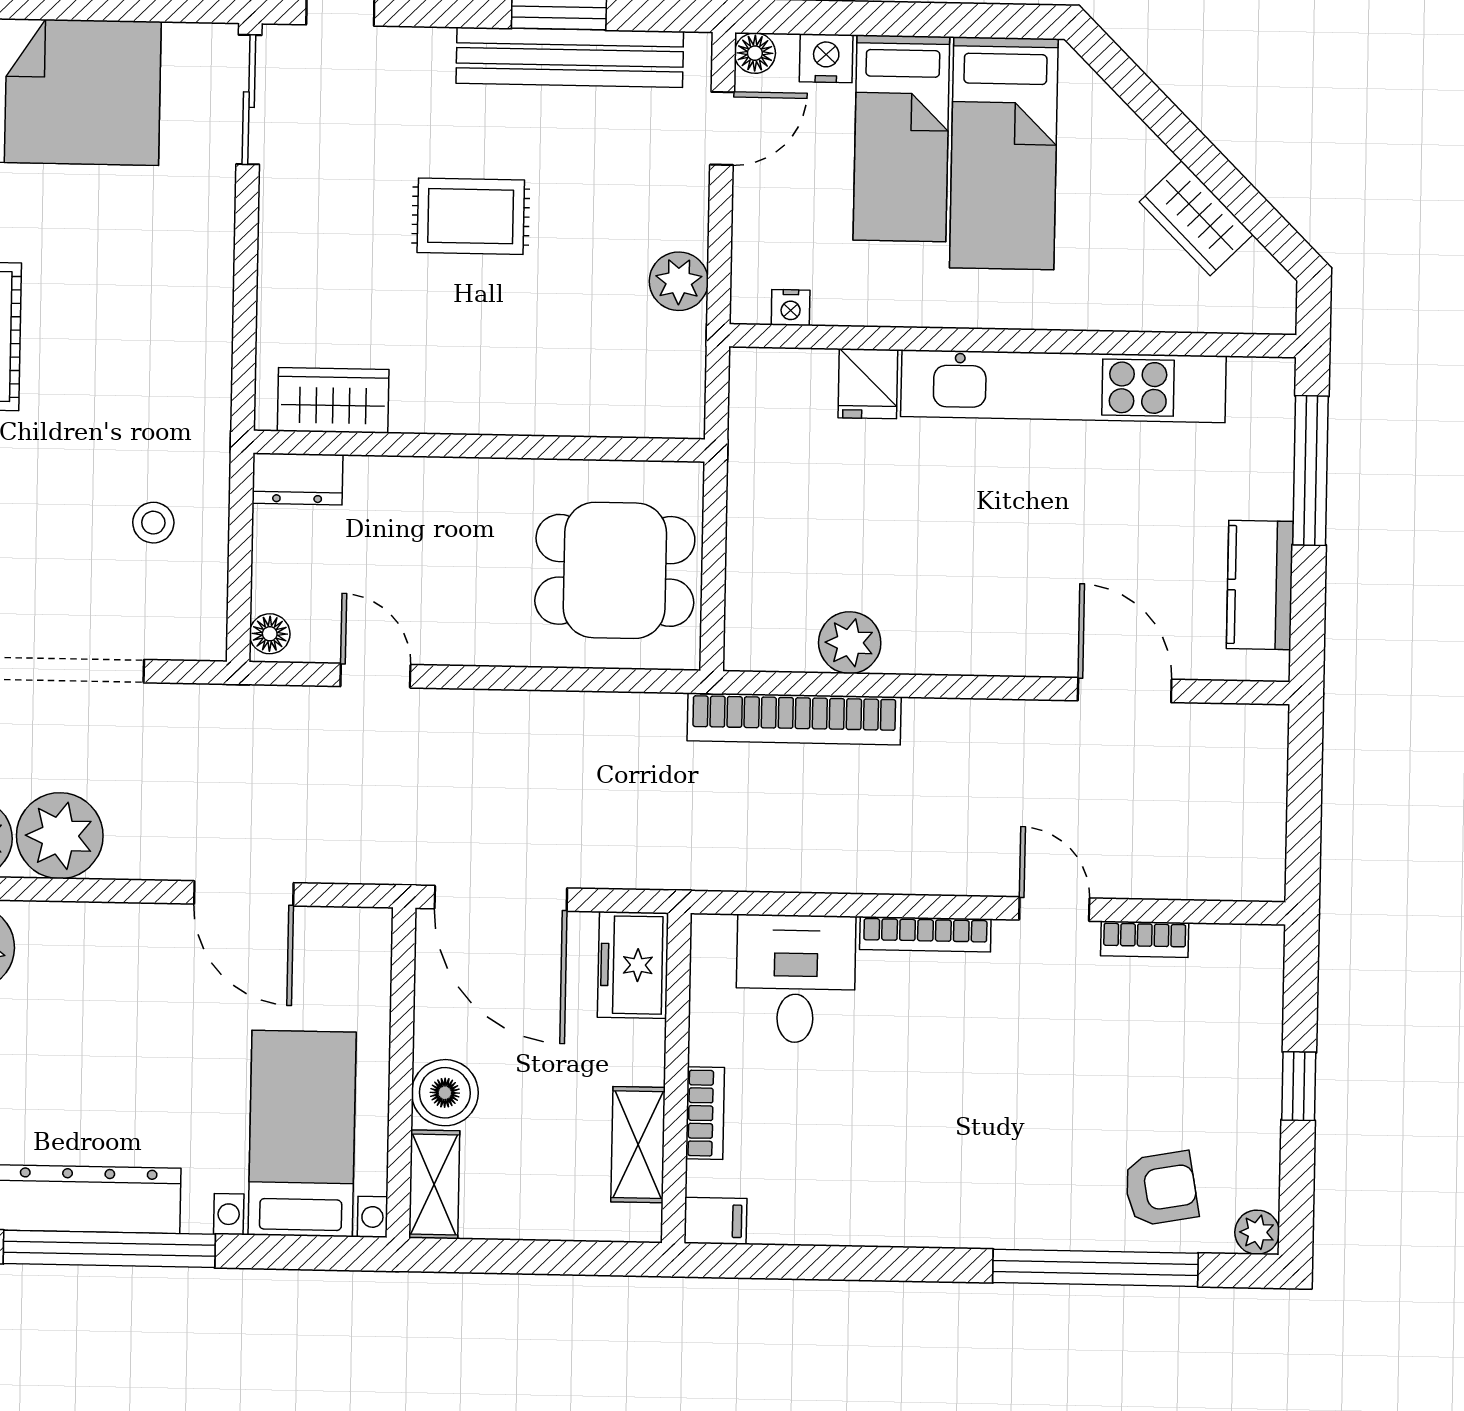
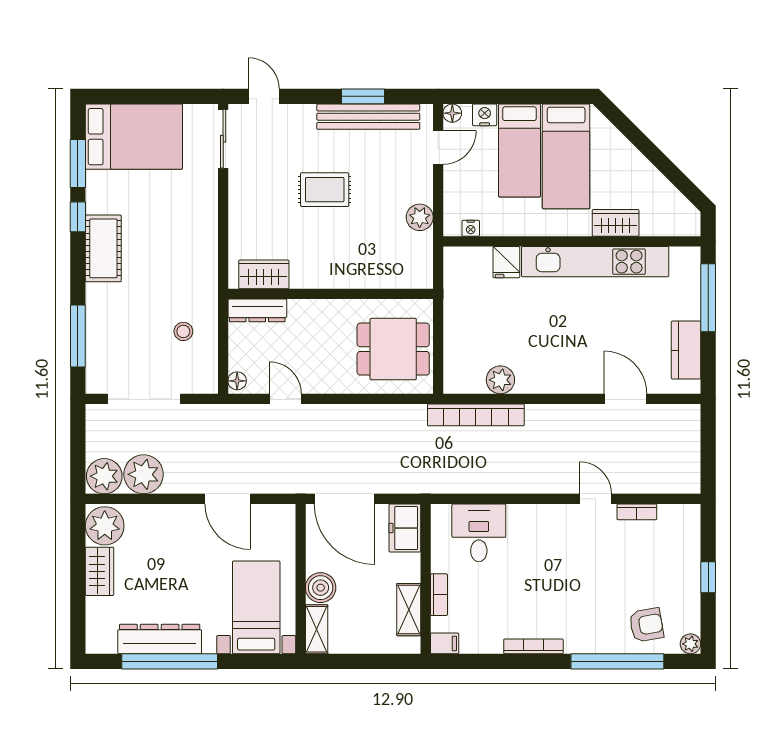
wardrobe: (1196, 218) -> (616, 223), moved, turned 135
dresser: (297, 479) -> (257, 310), width x1.44
bookcase: (925, 934) -> (533, 646), moved, turned 180

